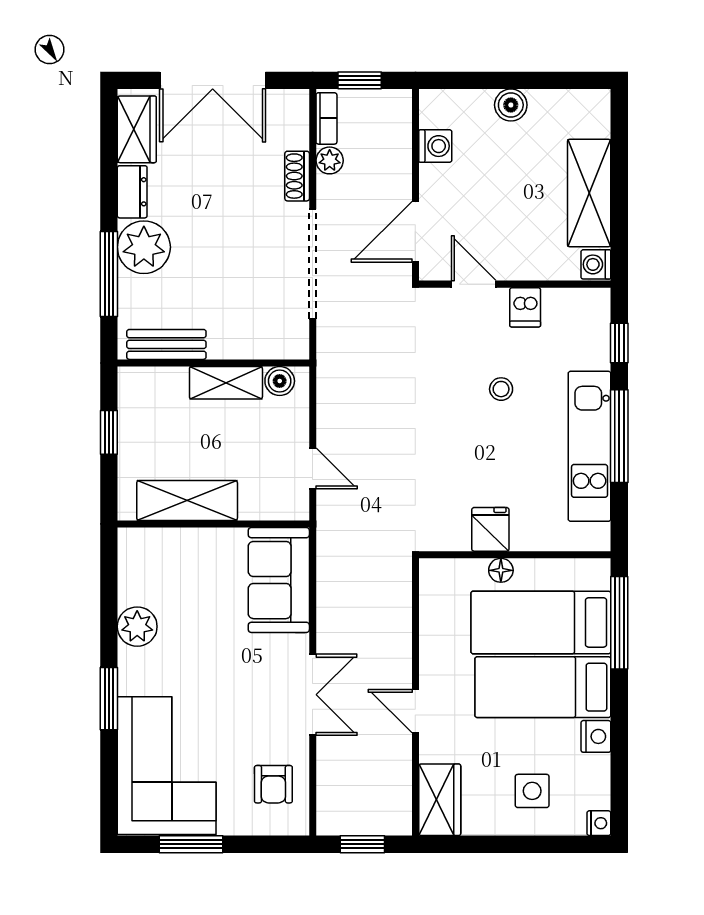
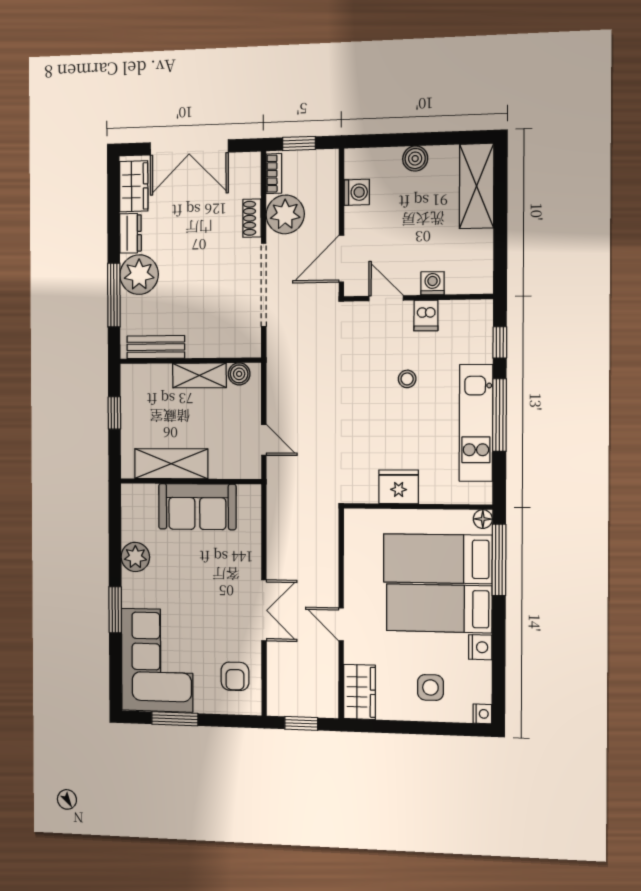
plant: (330, 160) -> (285, 214), width x1.88, depth x1.88
shelving: (589, 193) -> (477, 186), moved
washing machine: (596, 264) -> (433, 283), moved, turned 90
fridge: (490, 529) -> (399, 487), width x1.38
floor lamp: (501, 570) -> (483, 519), moved
sofa: (279, 580) -> (197, 507), moved, turned -90

